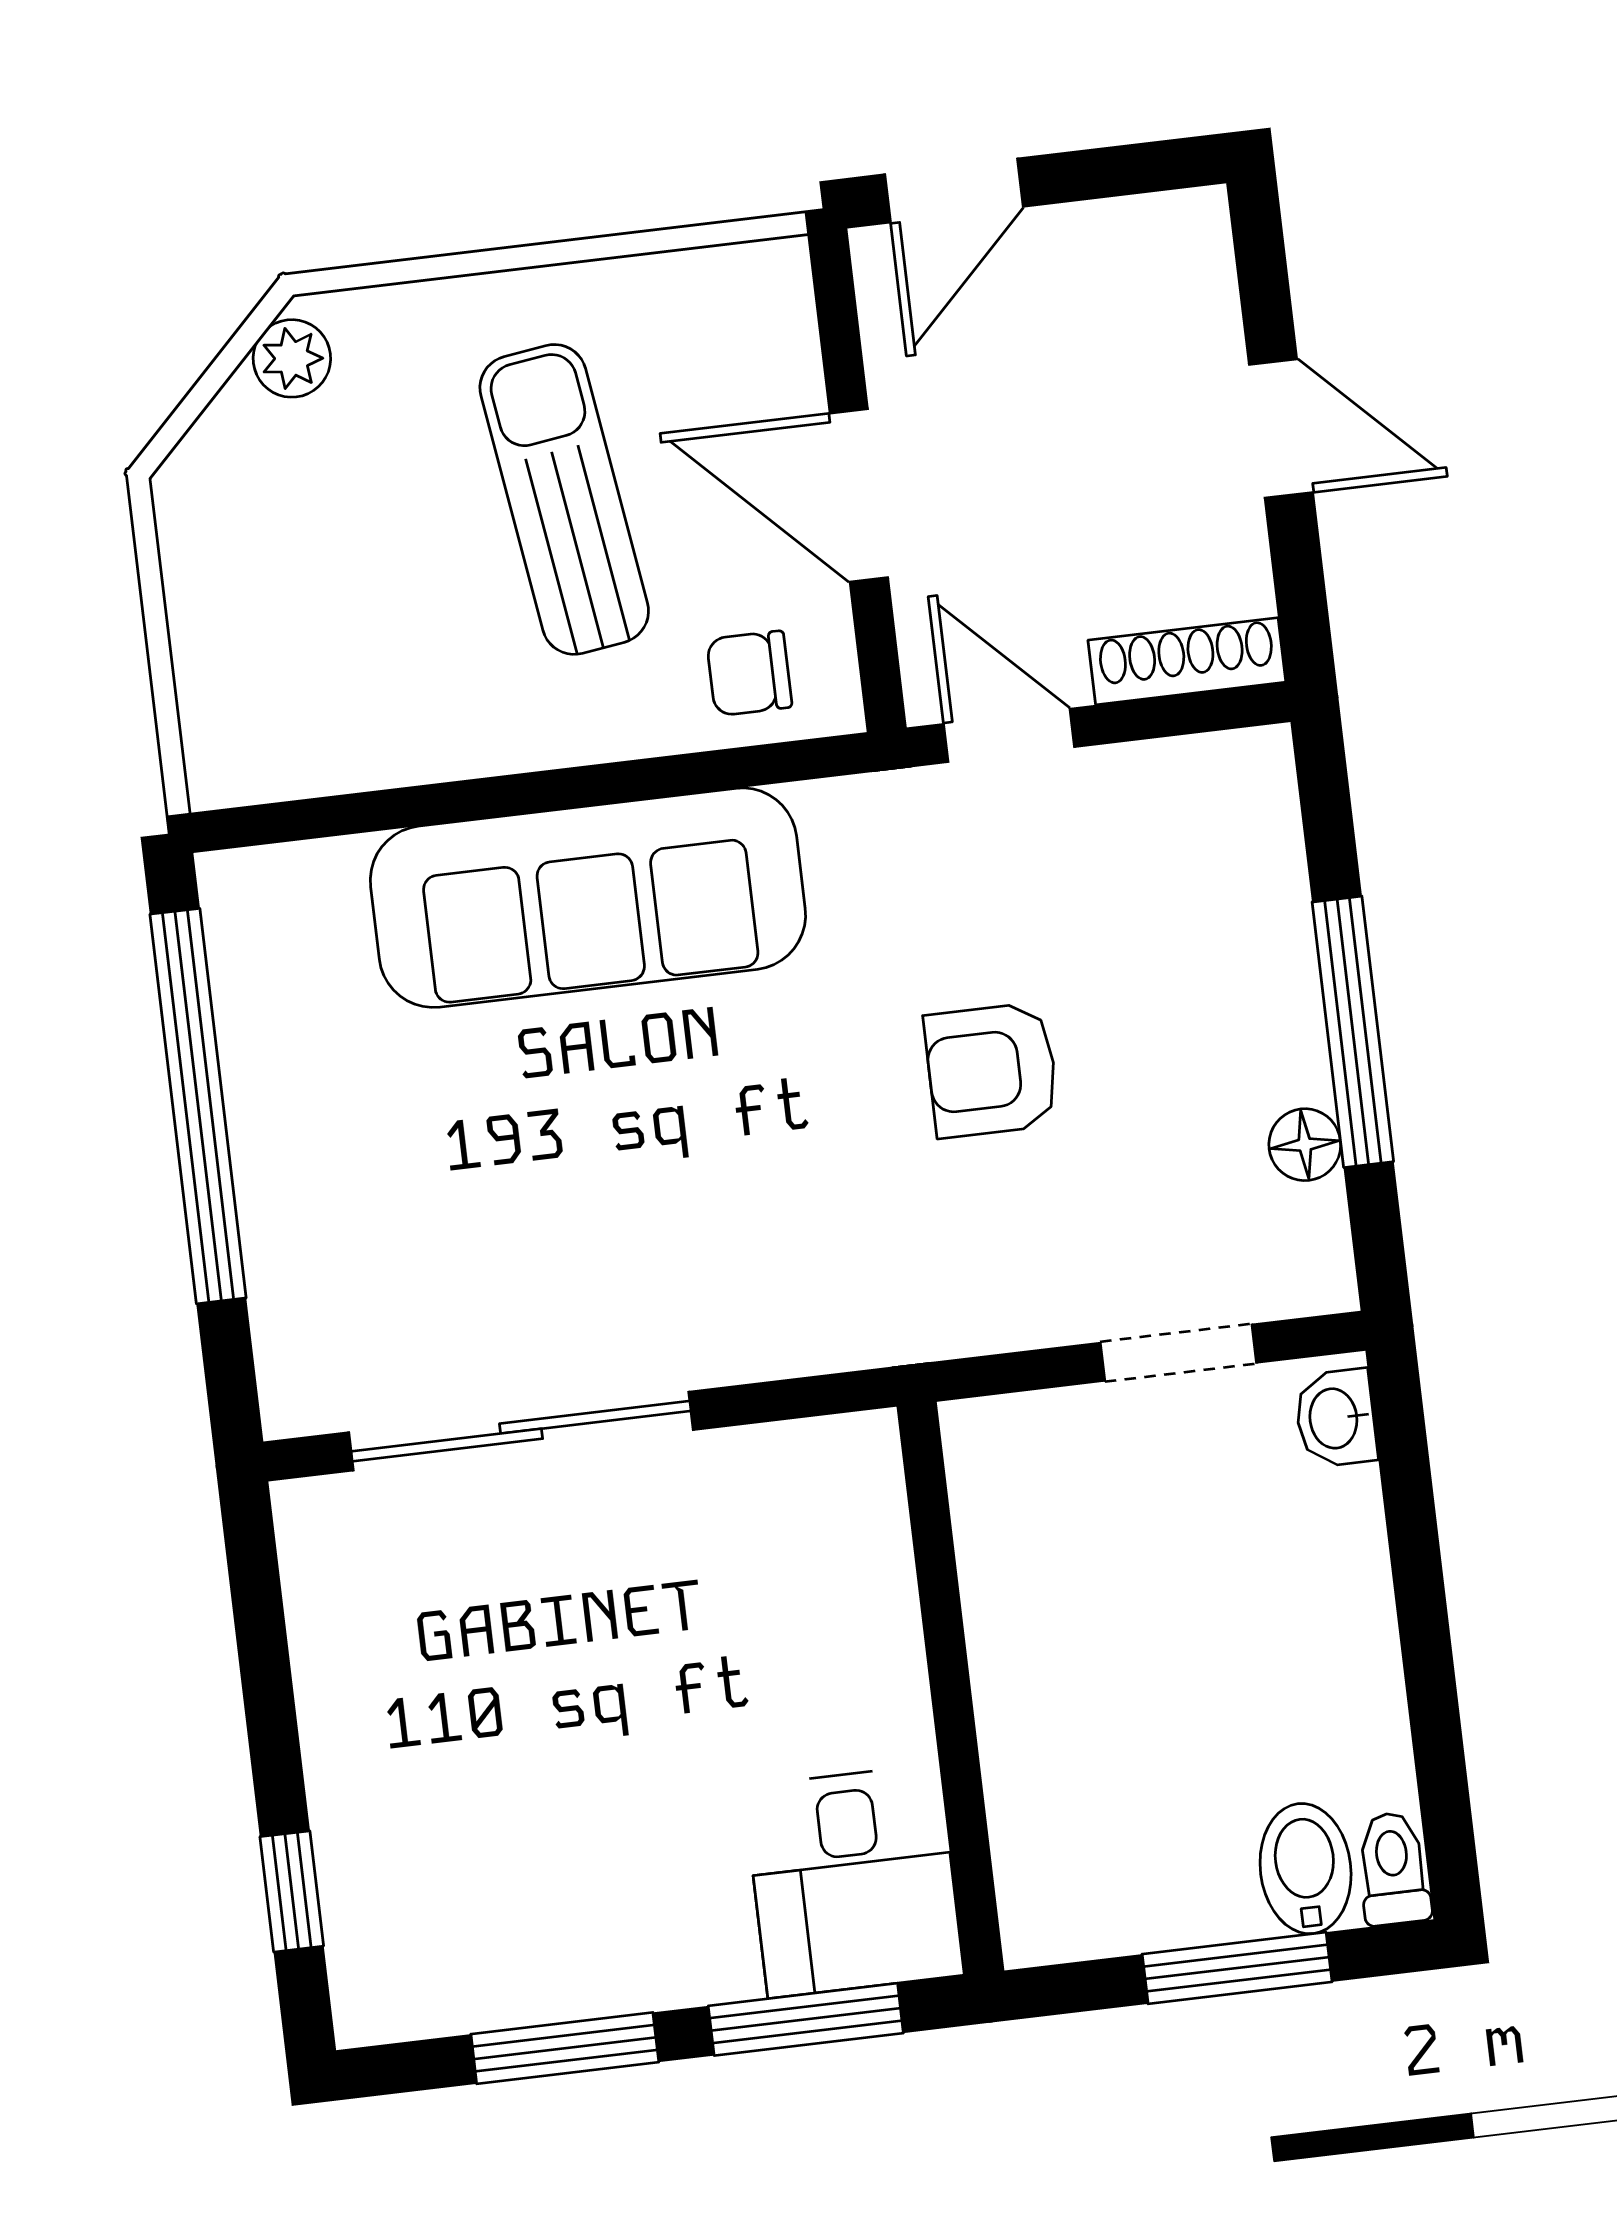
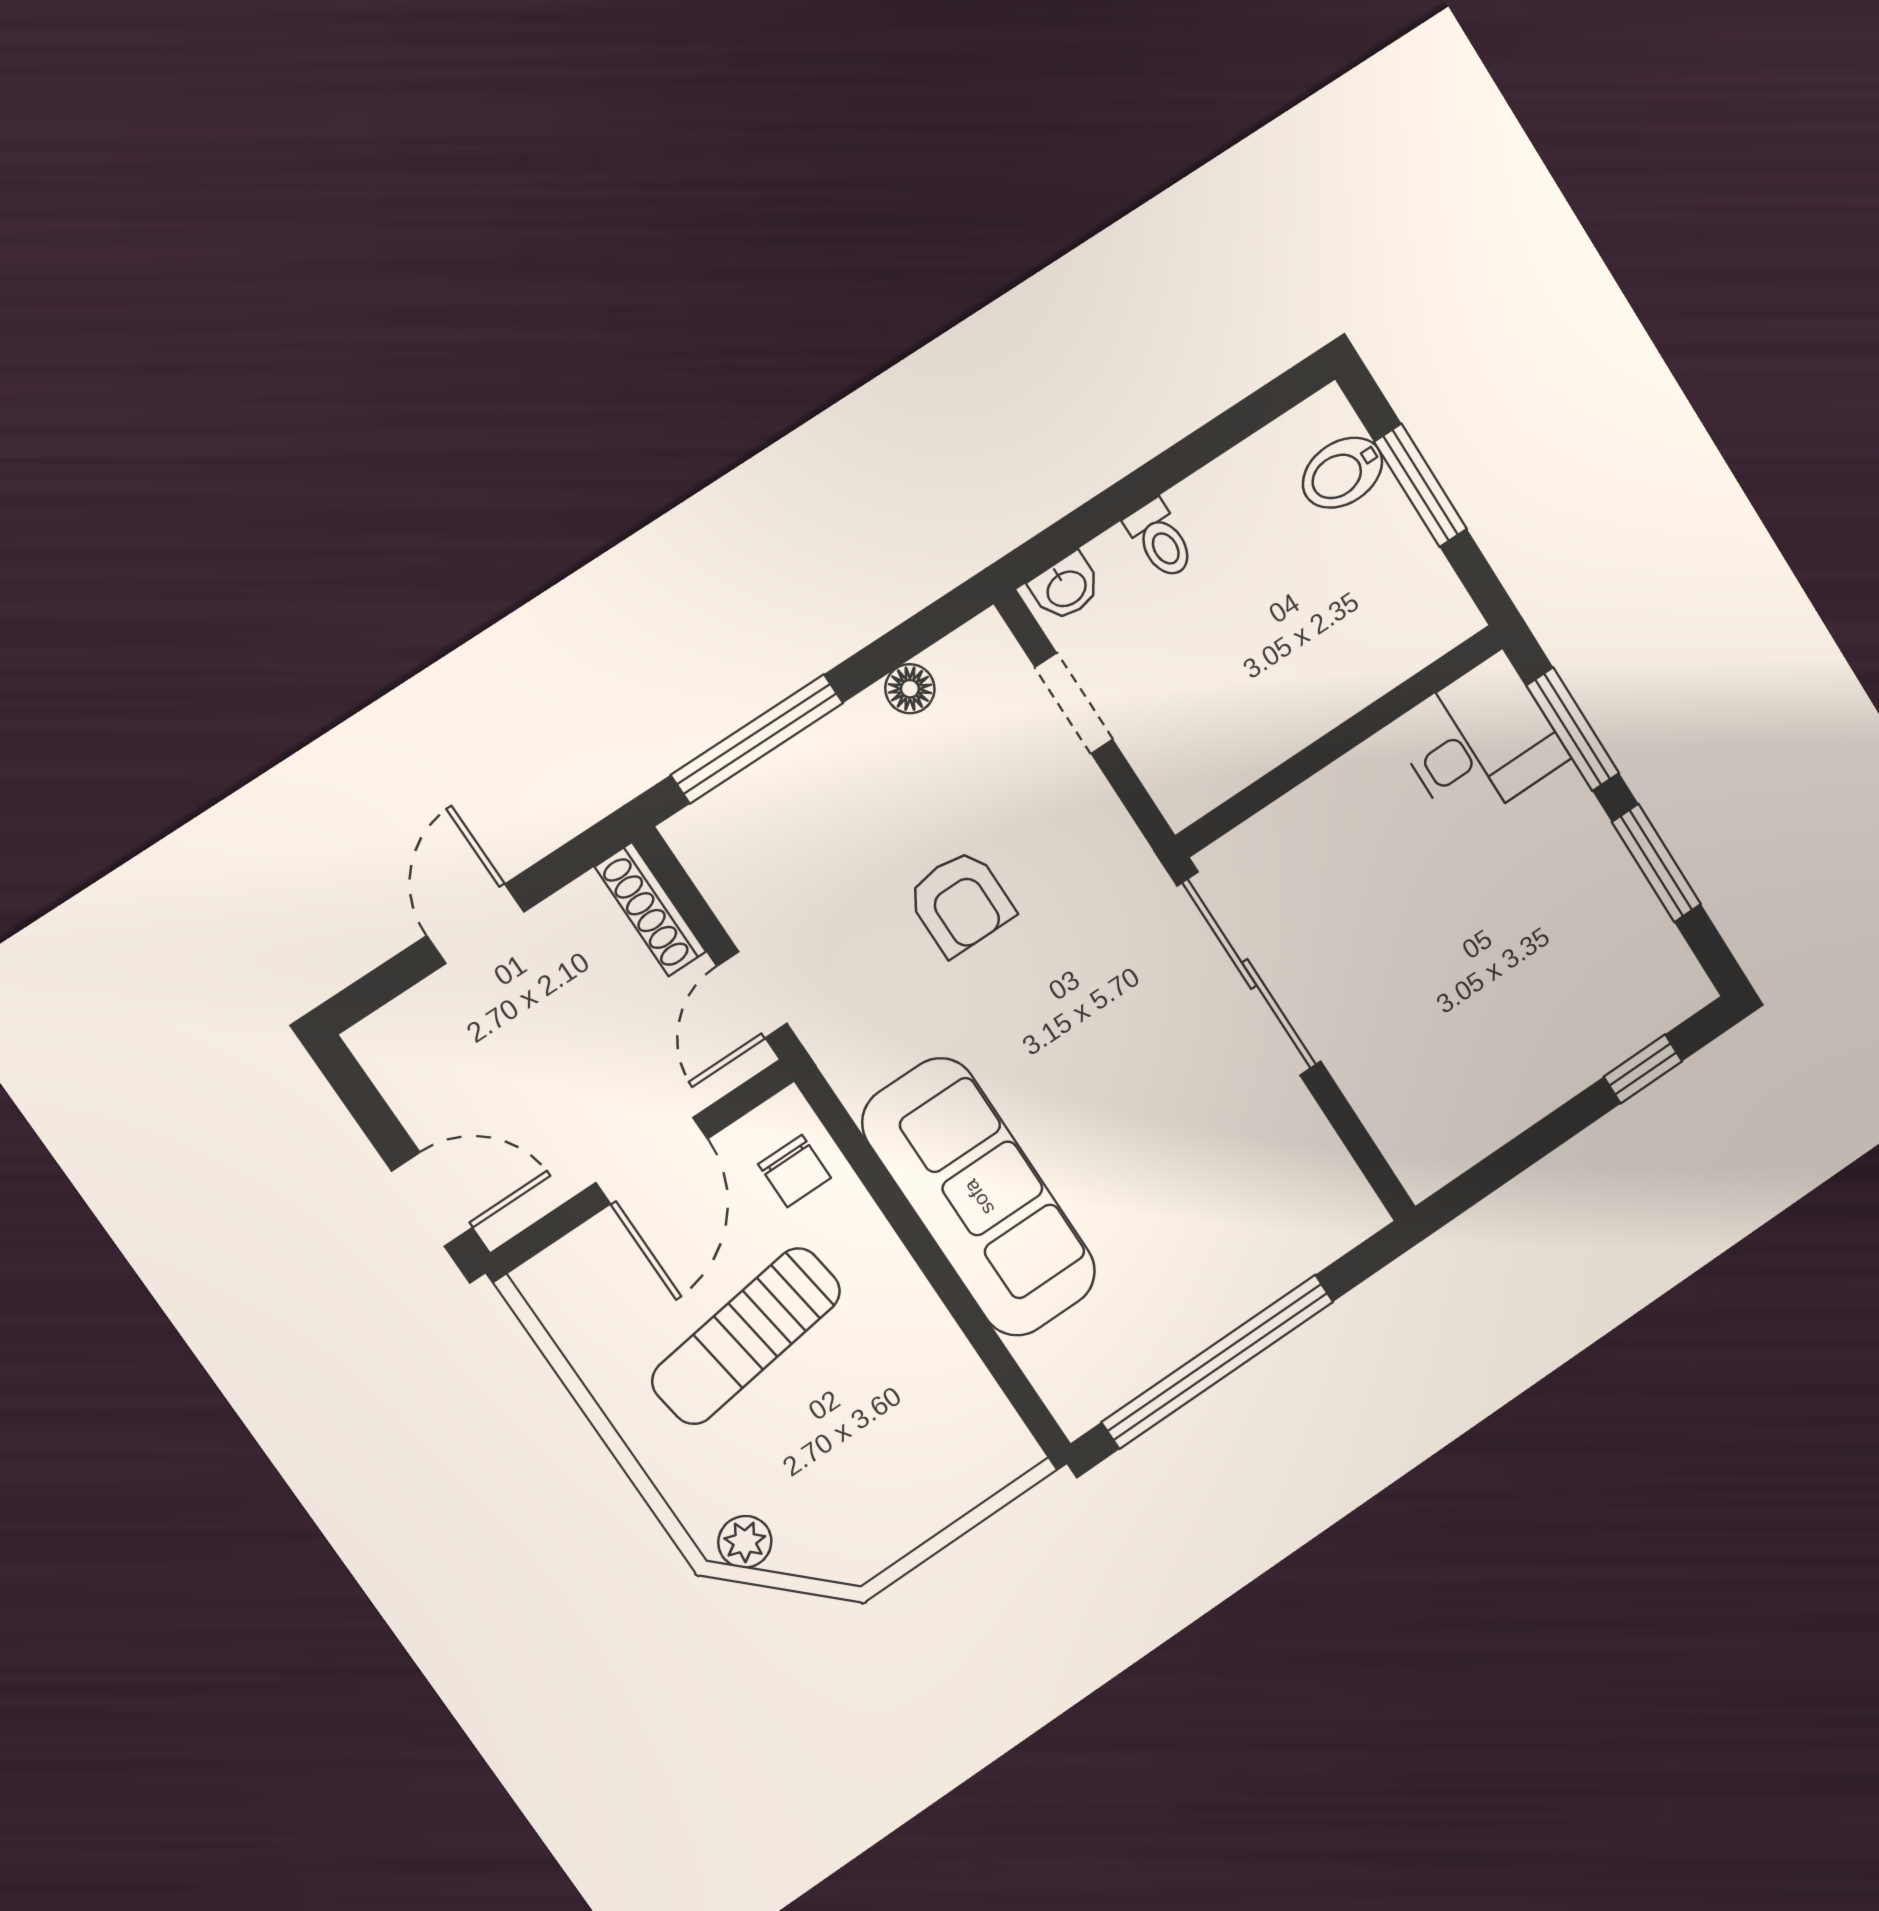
window: (1353, 1032) -> (757, 739), moved
sliding door: (521, 1431) -> (1249, 974), moved
toilet: (1393, 1869) -> (1160, 540), moved, turned -90

